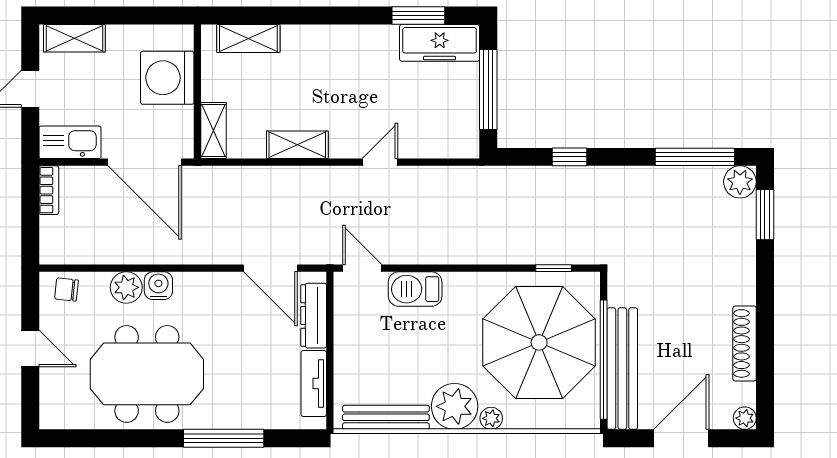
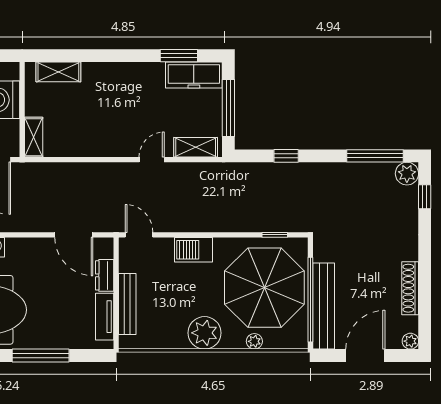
shelving: (297, 145) -> (196, 147), moved
window: (765, 215) -> (425, 197), width x0.67
barbecue: (415, 289) -> (193, 250), moved
dresser: (314, 316) -> (105, 275), width x0.70
bench: (386, 417) -> (127, 304), moved, turned 90
plant: (491, 418) -> (254, 341), moved

